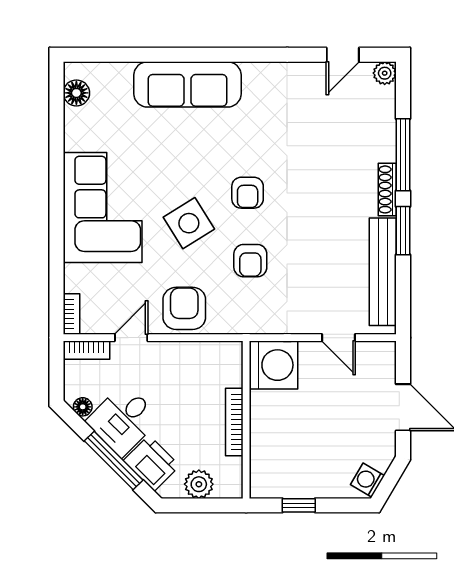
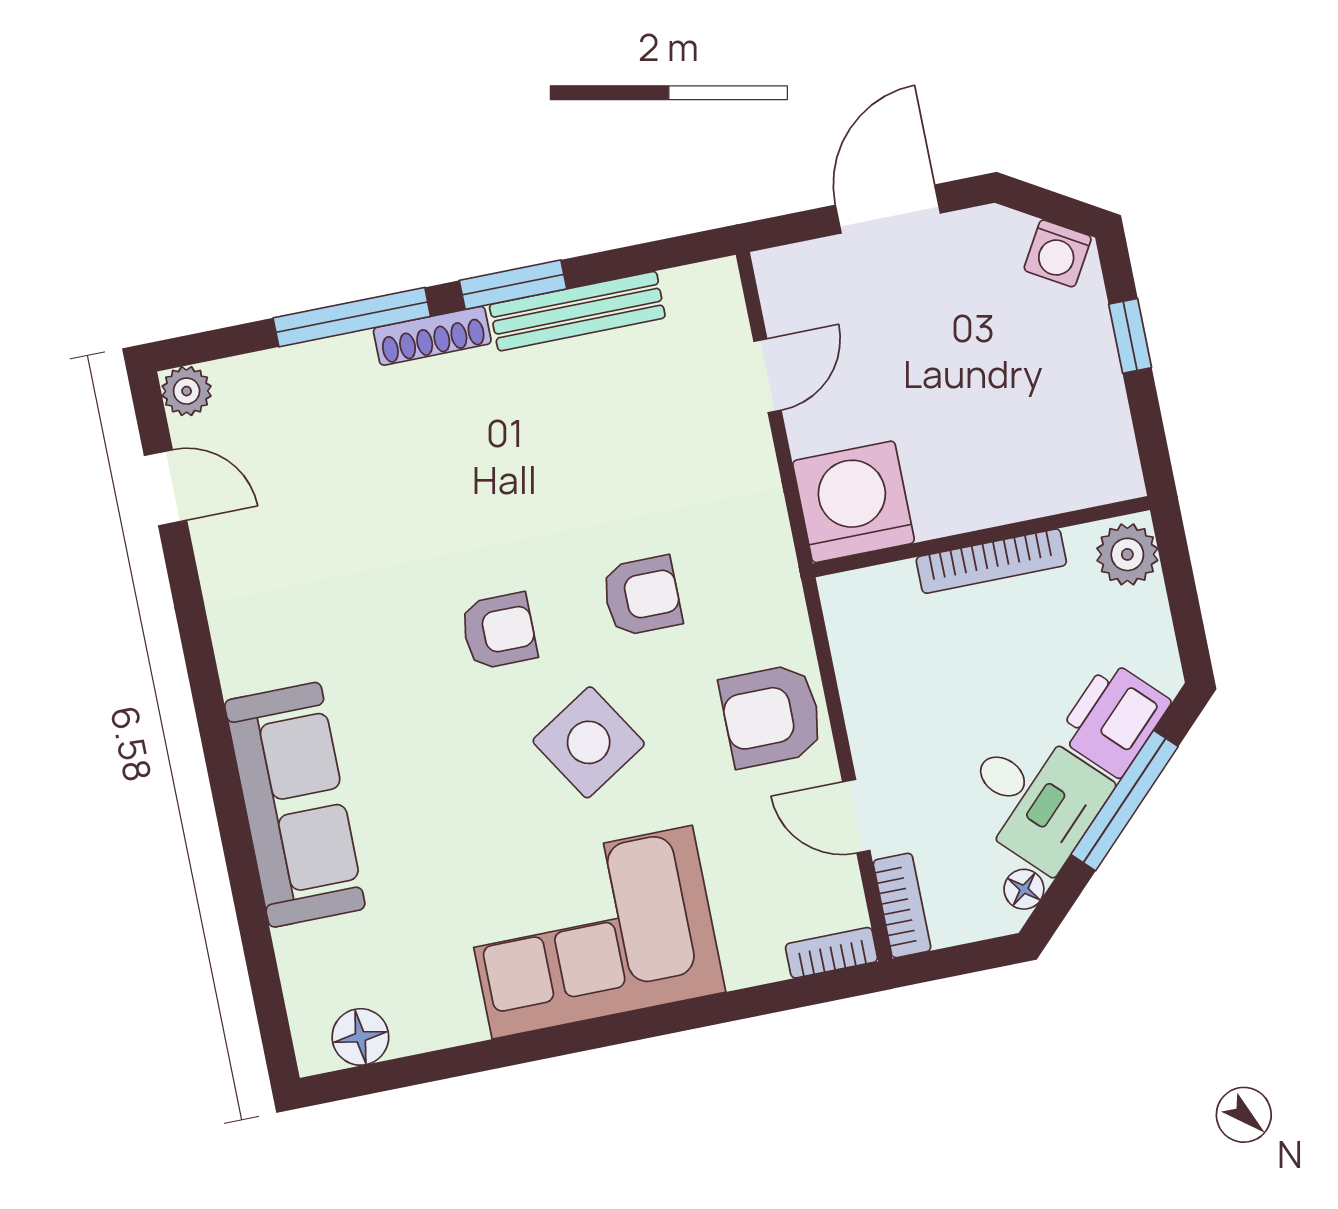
bench: (383, 272) -> (577, 311), width x0.73, depth x0.82
plant: (199, 484) -> (1127, 554), moved
window: (299, 505) -> (1130, 336), moved

